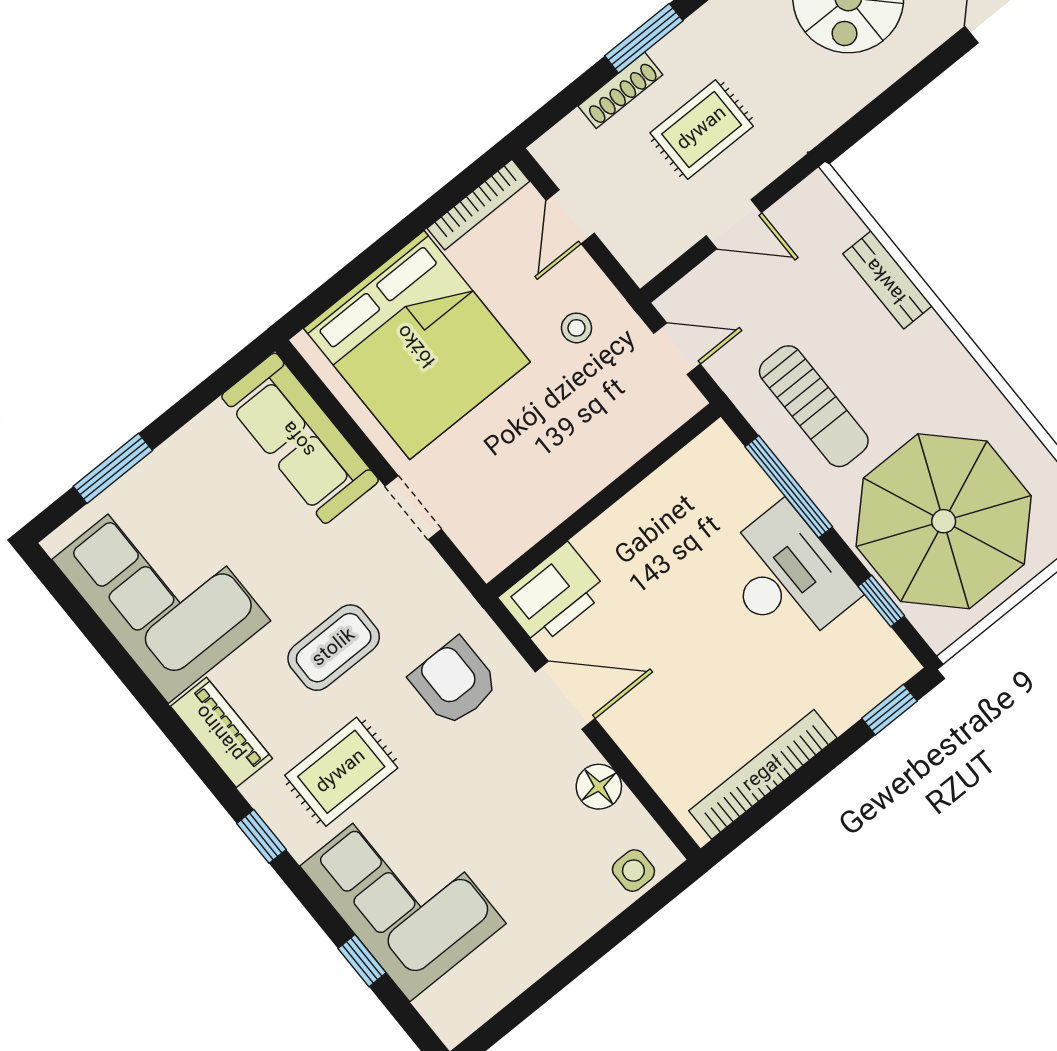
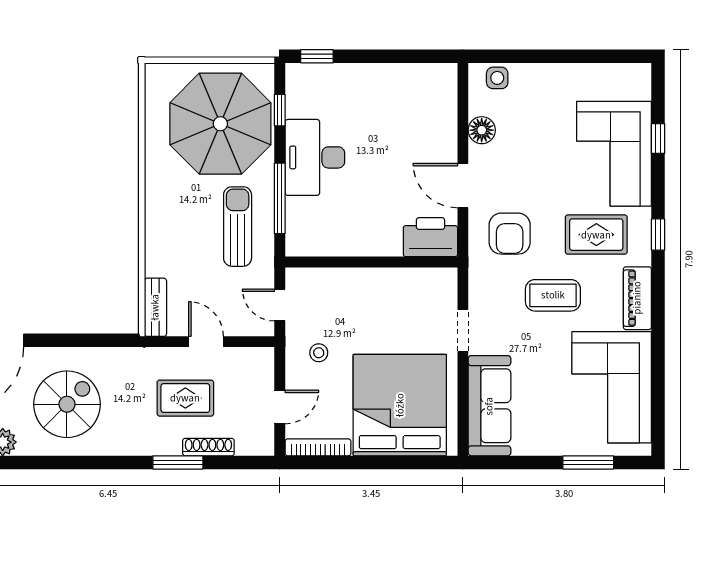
bench: (887, 280) -> (155, 307), moved
bookcase: (763, 774) -> (400, 74), removed

